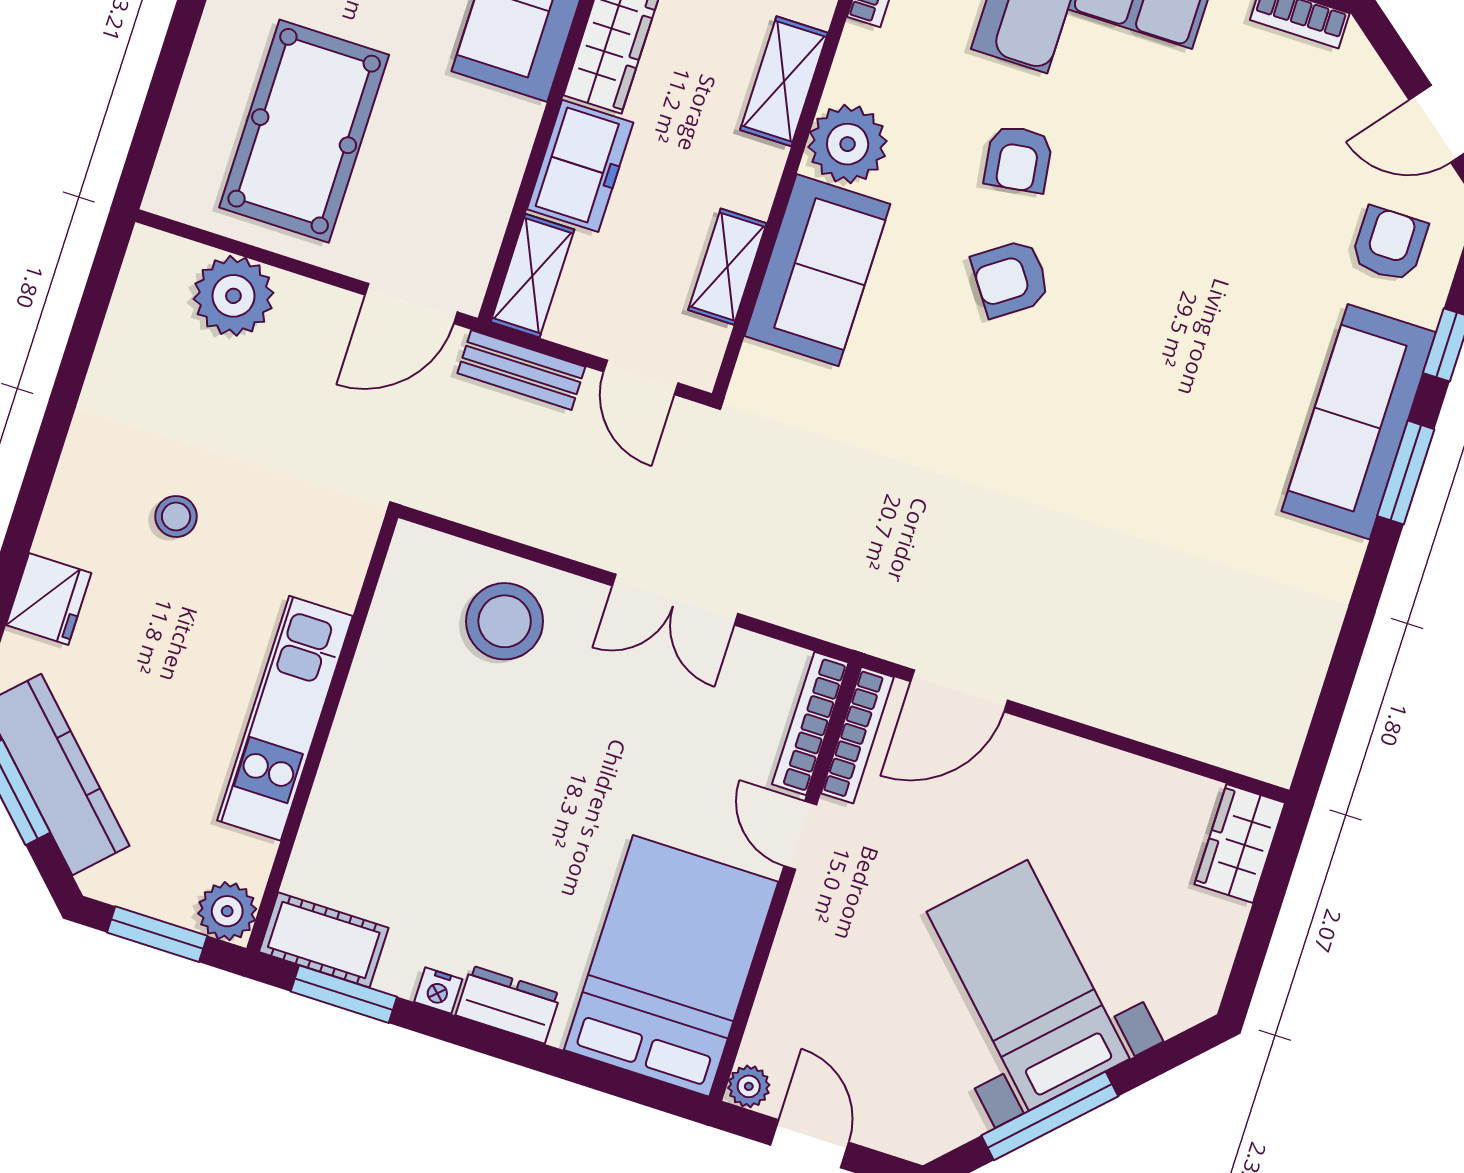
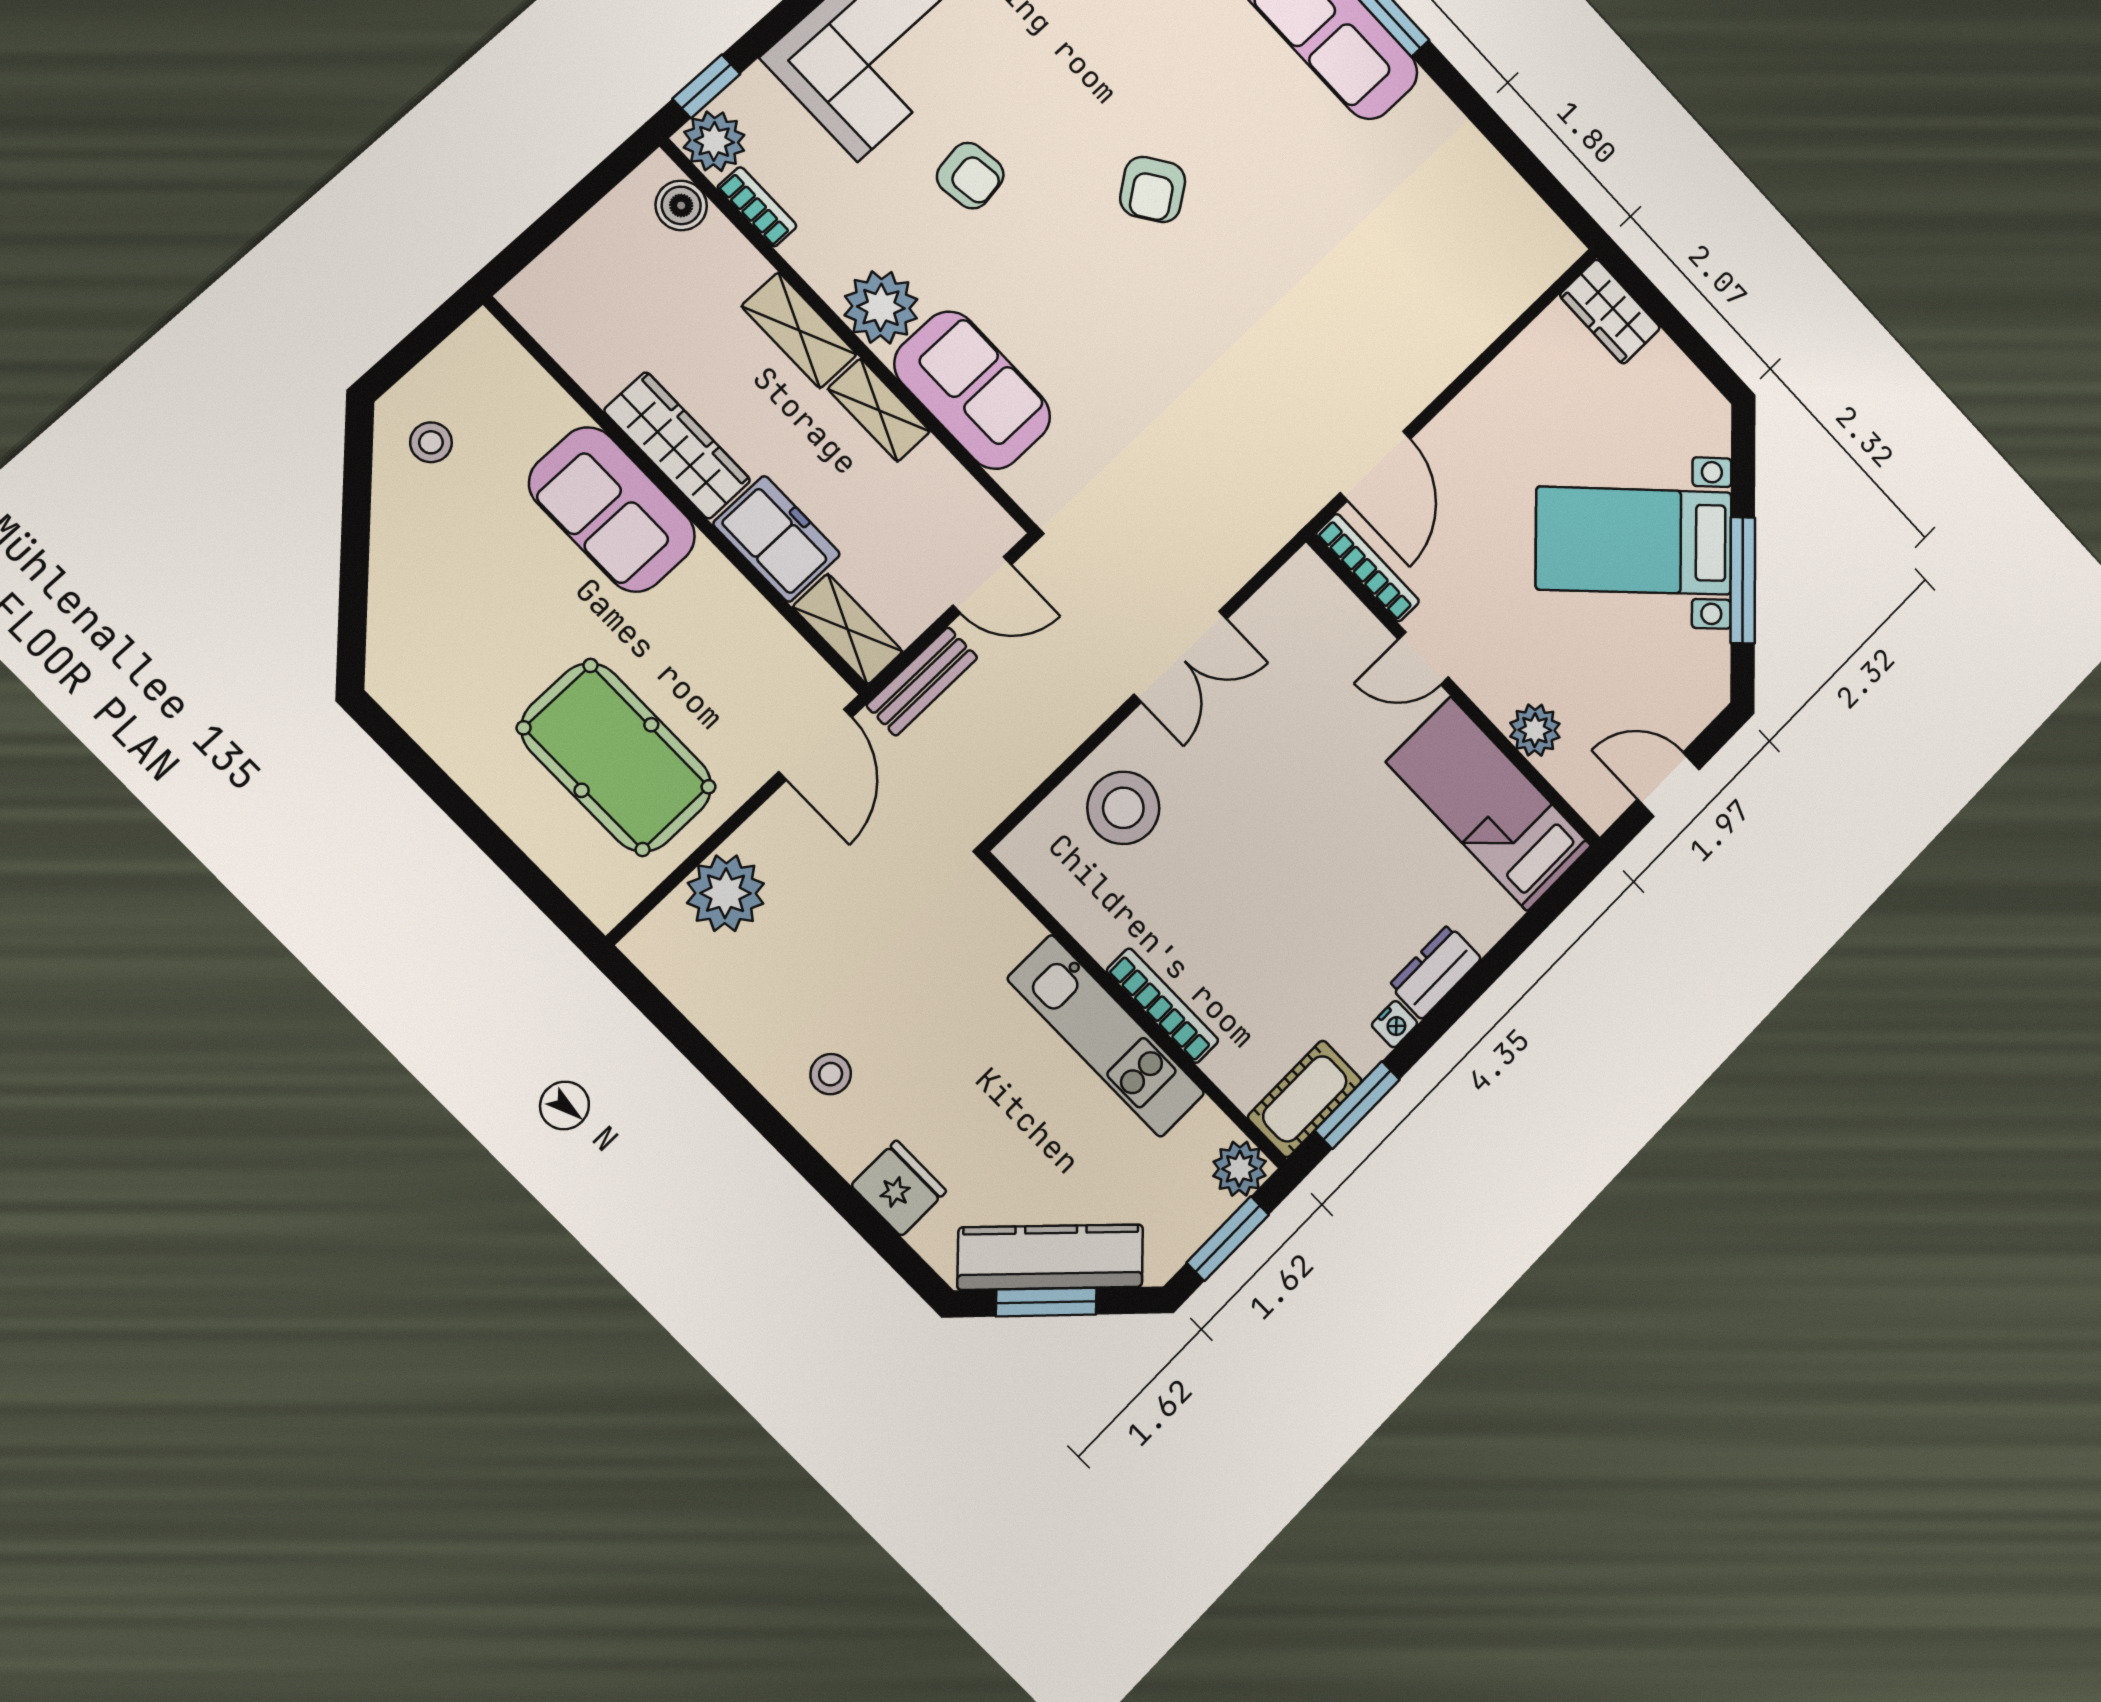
shelving: (727, 267) -> (879, 410), moved
armchair: (1011, 278) -> (1153, 189), moved
stool: (176, 516) -> (831, 1074), moved
bookcase: (810, 723) -> (1163, 1006), moved, turned 180
bed: (671, 966) -> (1489, 804), width x0.67
plant: (749, 1086) -> (1535, 730), moved, width x1.38, depth x1.38

